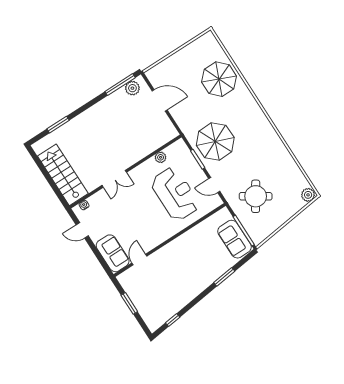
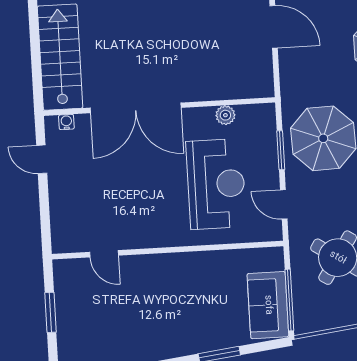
double door: (114, 179) -> (136, 108), width x1.87
sofa: (113, 253) -> (68, 221), removed
door: (139, 260) -> (104, 254), swing flipped

